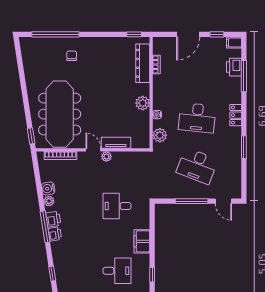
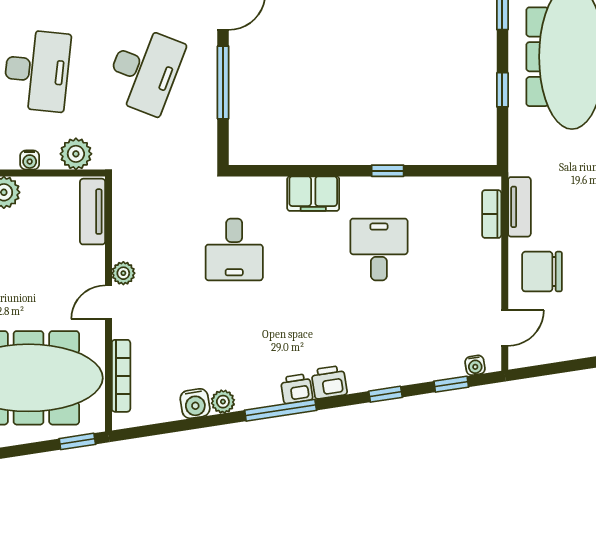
tv unit: (116, 143) -> (93, 212), moved
printer: (53, 219) -> (329, 382), moved

